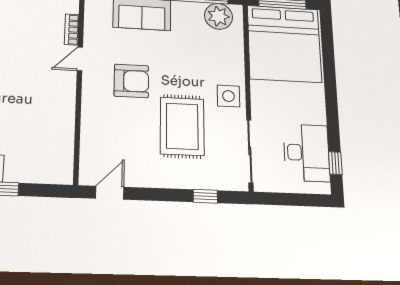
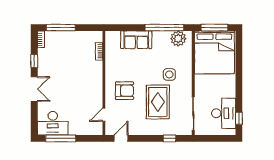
door: (80, 59) -> (104, 115), moved
armchair: (131, 81) -> (125, 91), moved
side table: (228, 96) -> (169, 74), moved

